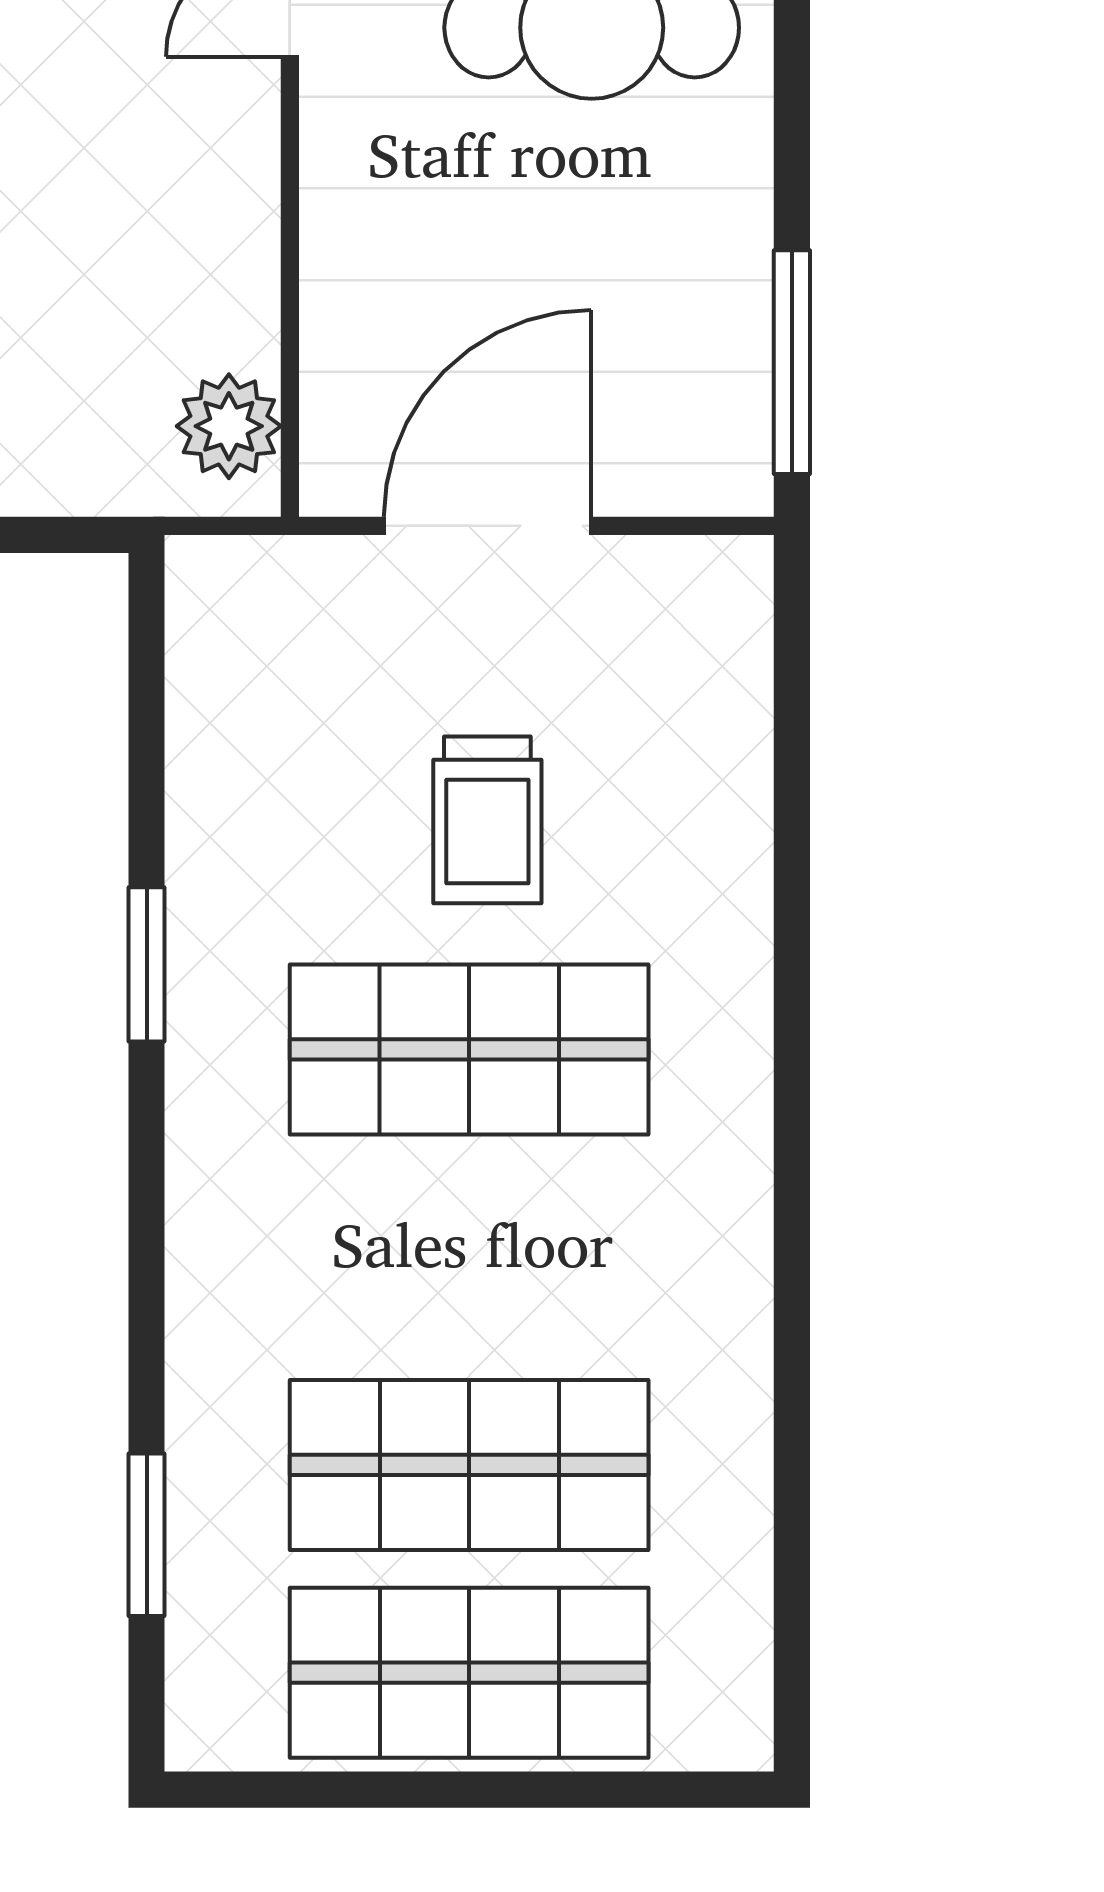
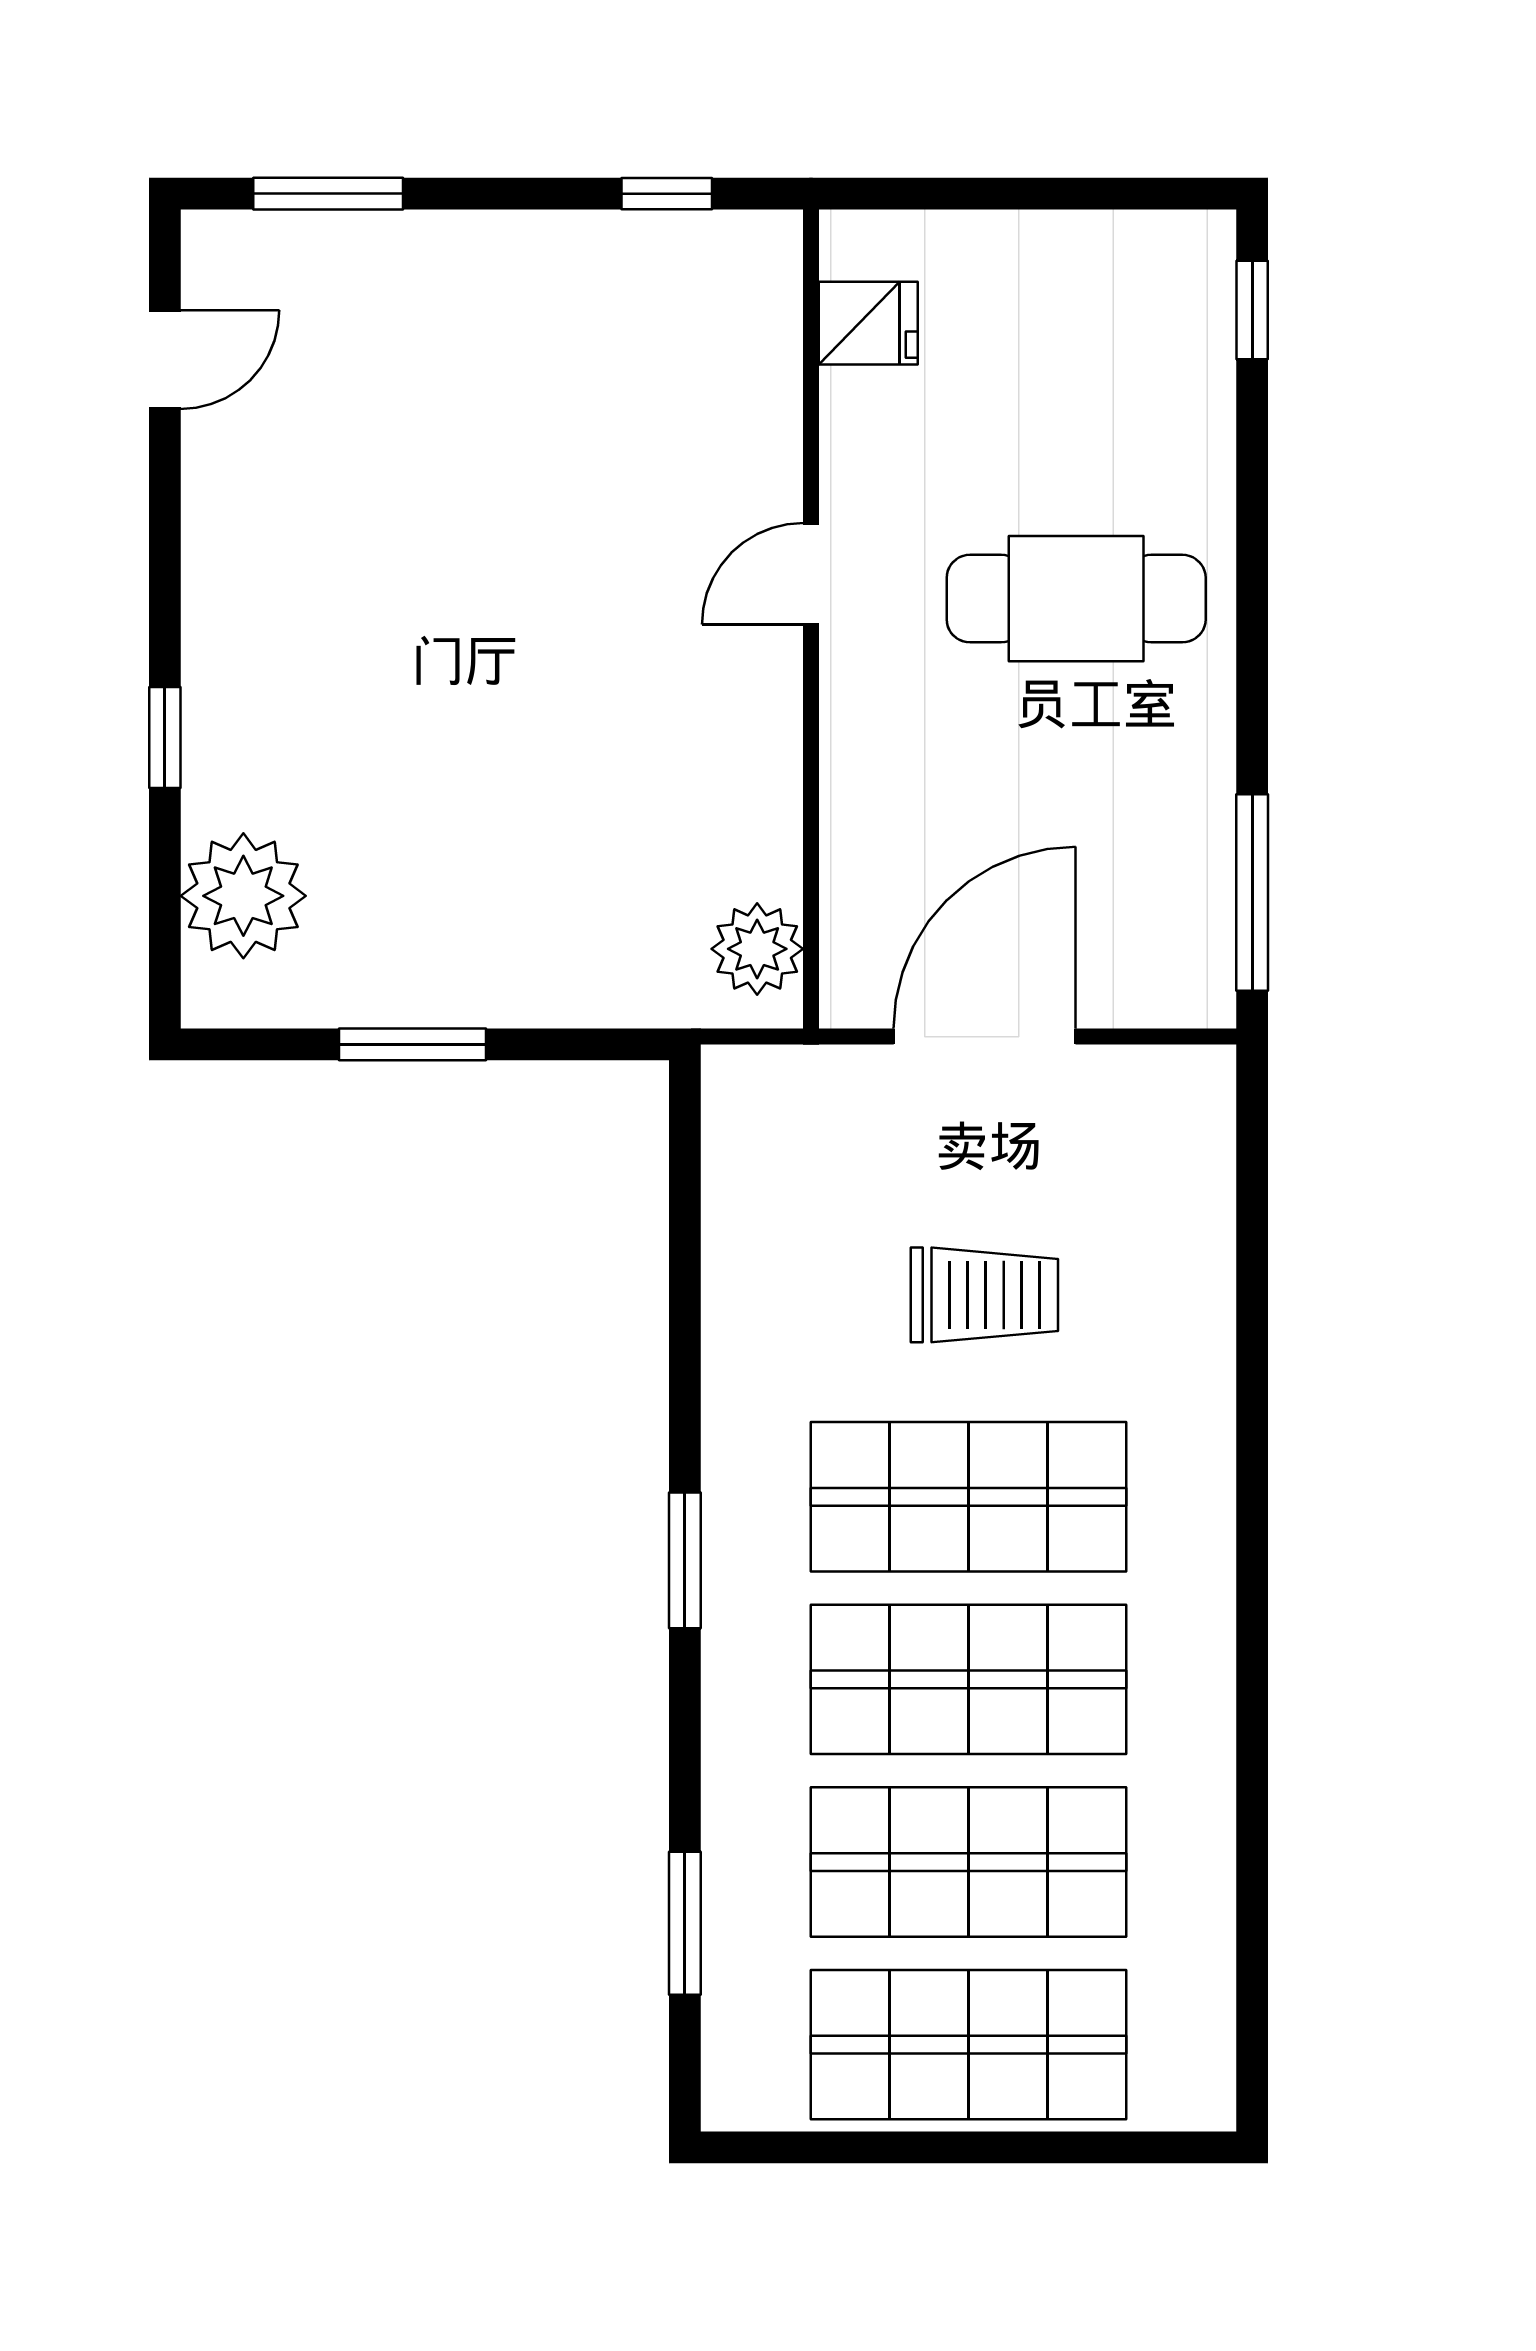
trolley: (487, 820) -> (984, 1295), turned -90
window: (147, 964) -> (685, 1560), moved
shop shelf: (469, 1257) -> (969, 1679), added

